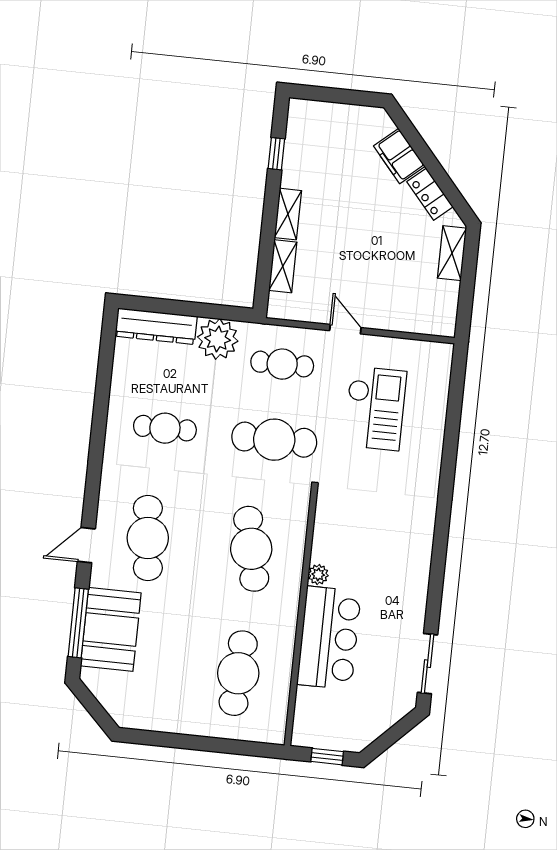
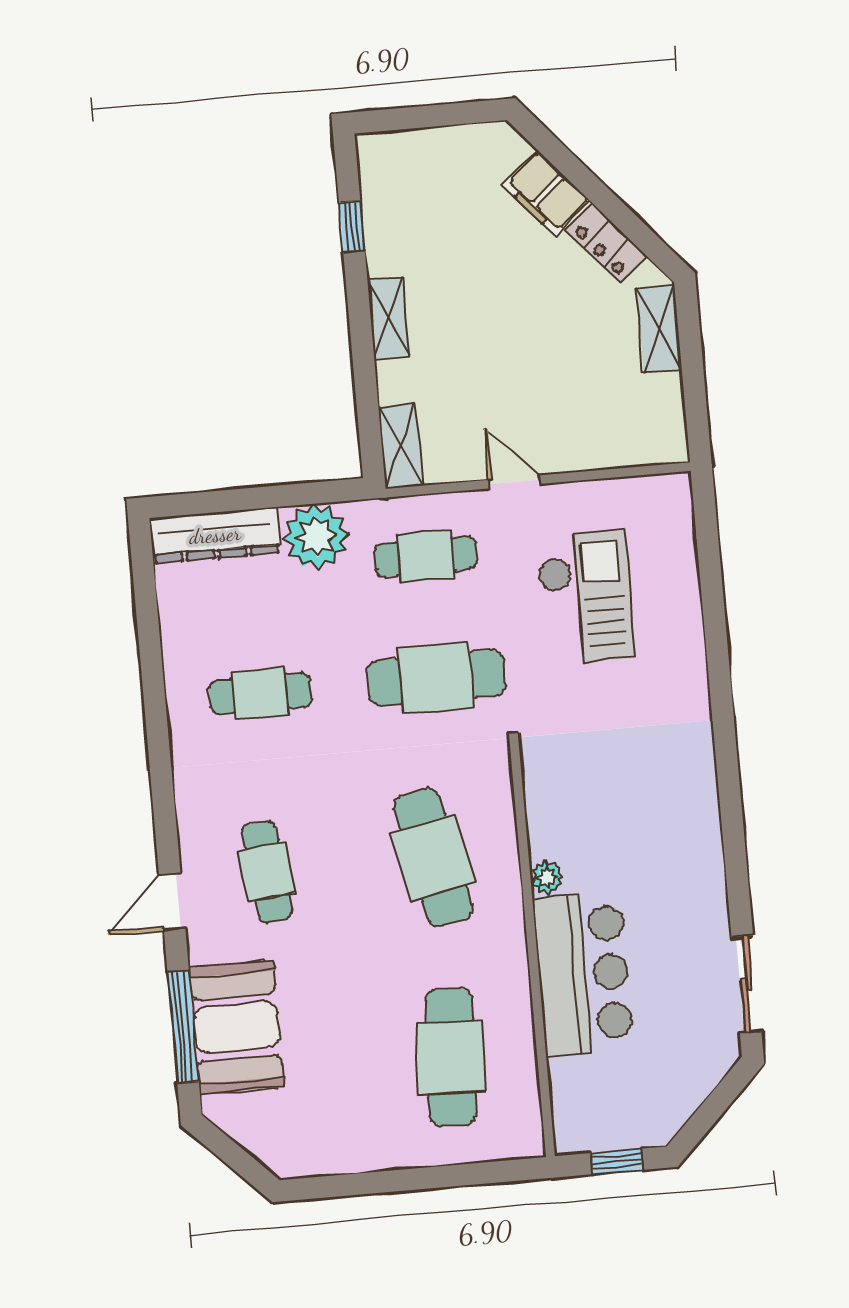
shelving: (283, 266) -> (400, 446), moved
cafe table: (148, 538) -> (267, 872), width x0.73, depth x0.74

